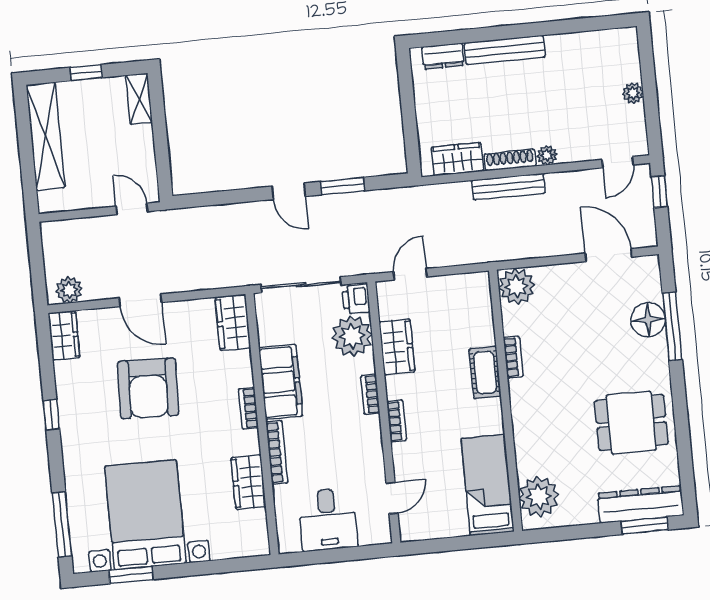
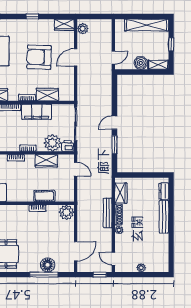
boiler: (138, 142) -> (141, 63), added
wardrobe: (233, 323) -> (47, 95), moved
cot: (485, 372) -> (44, 196), moved

